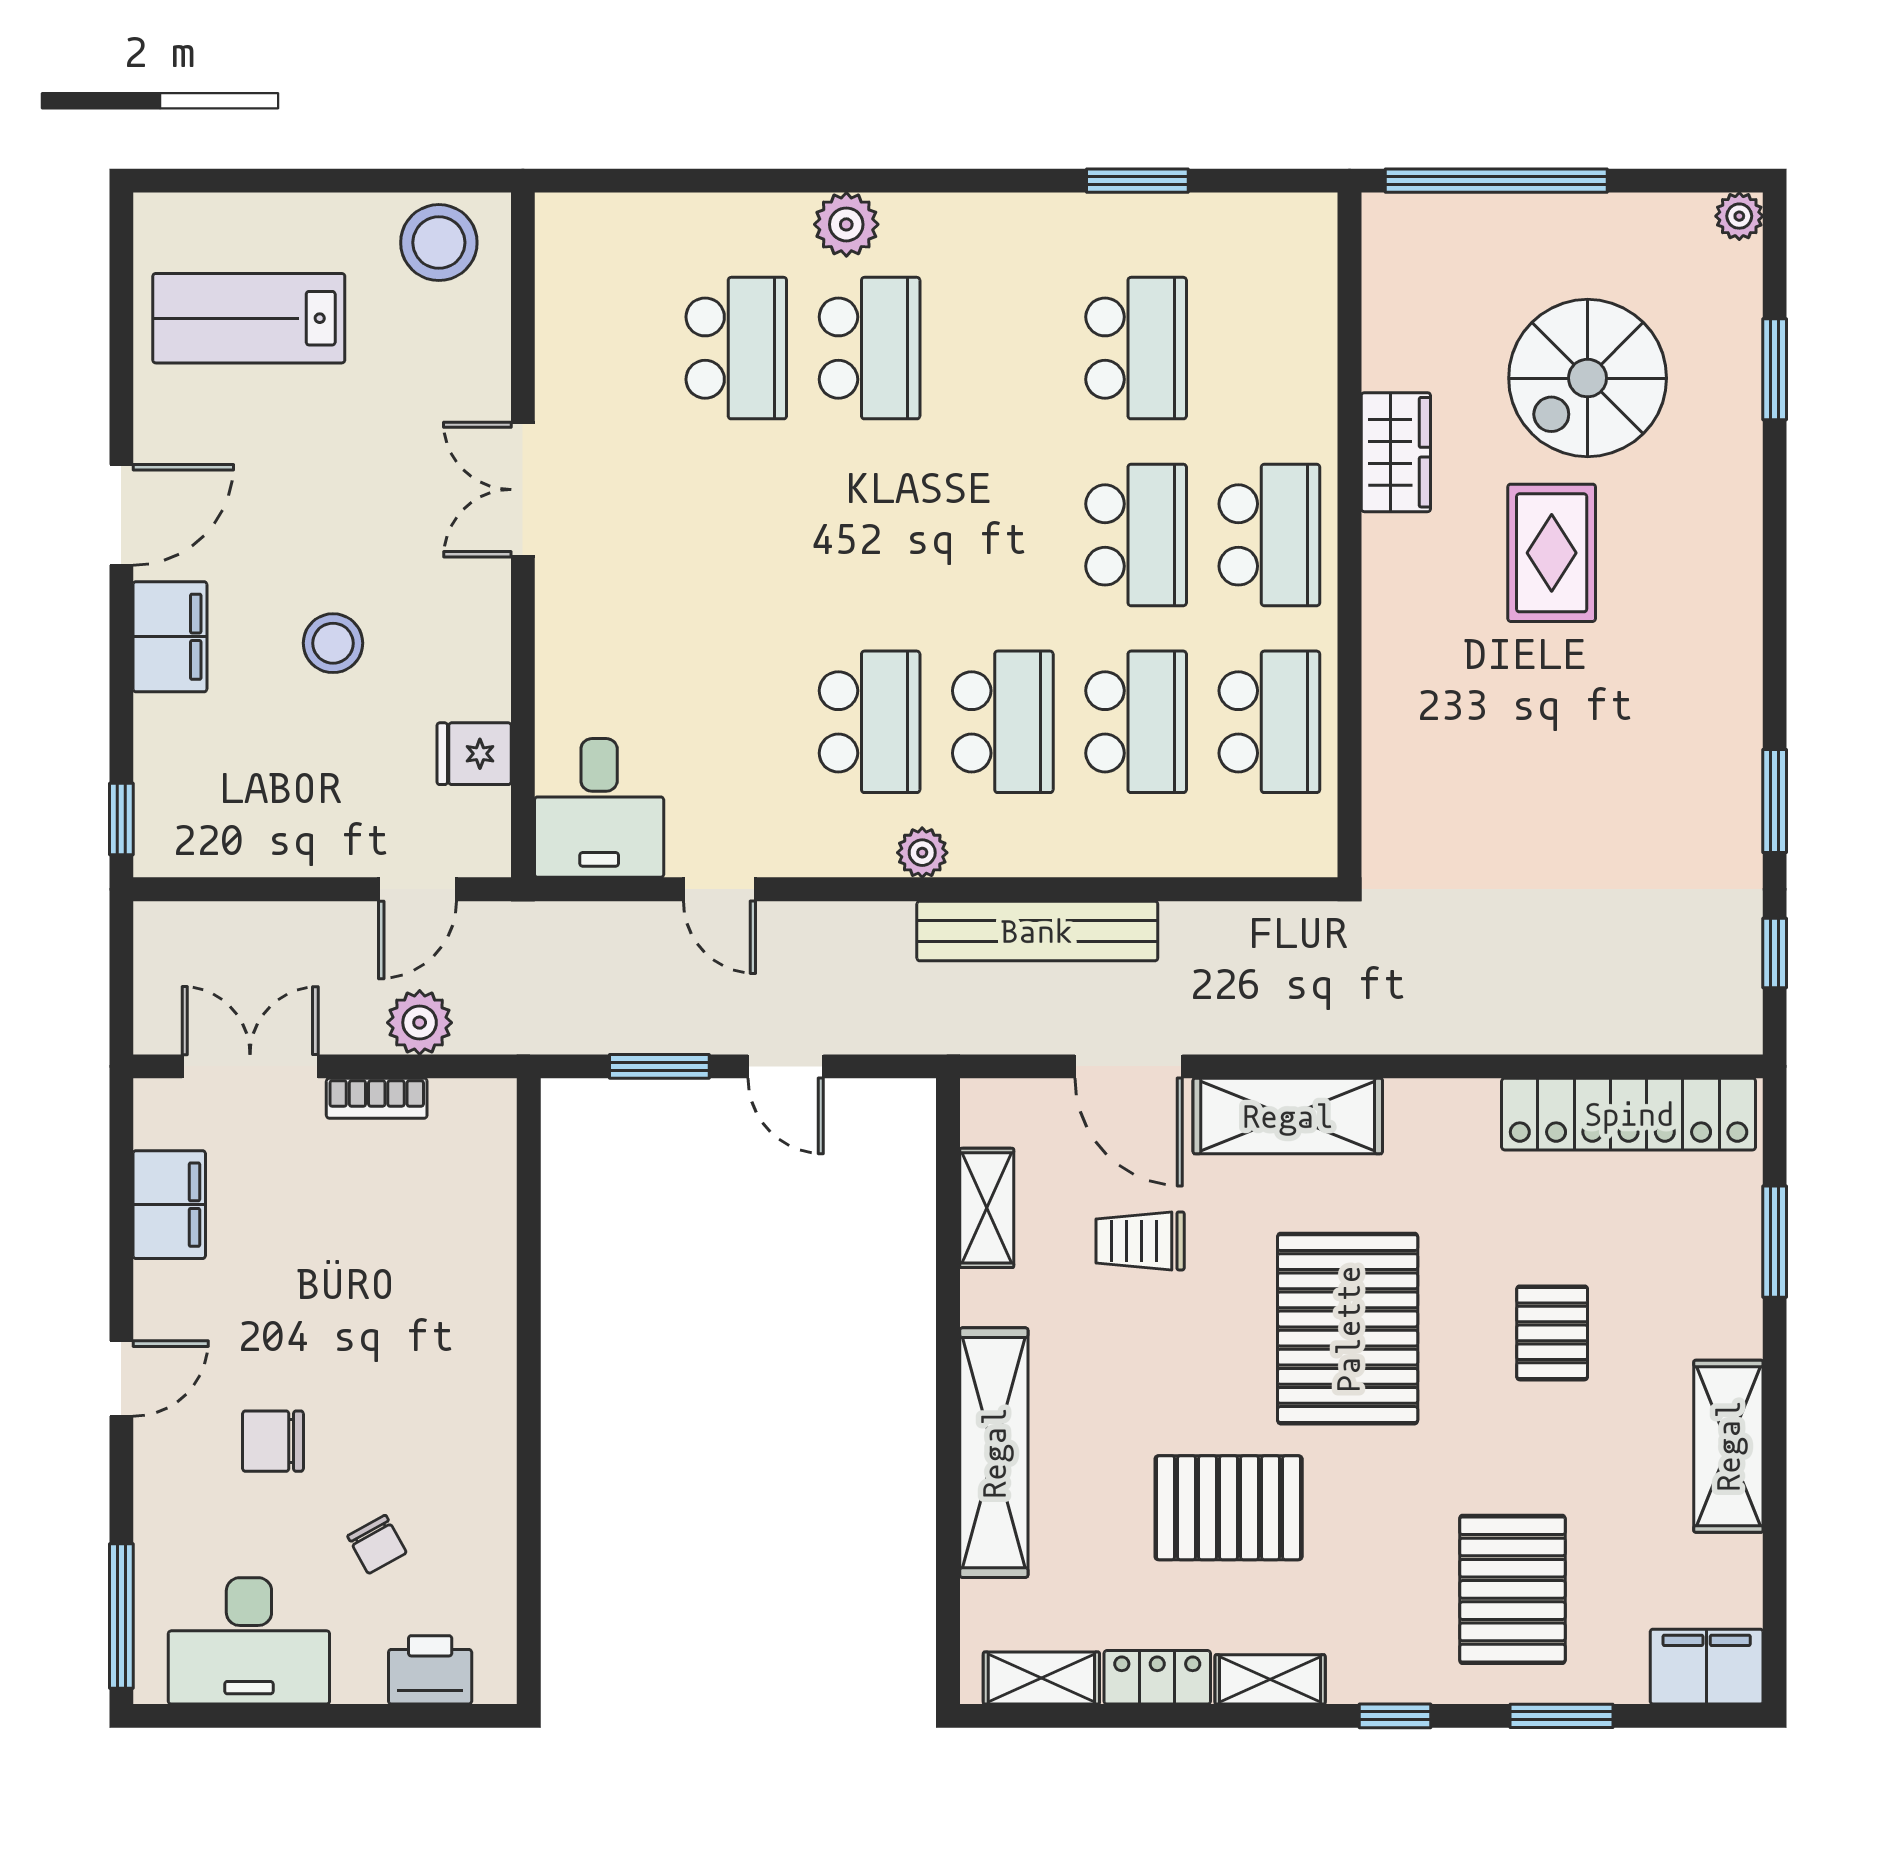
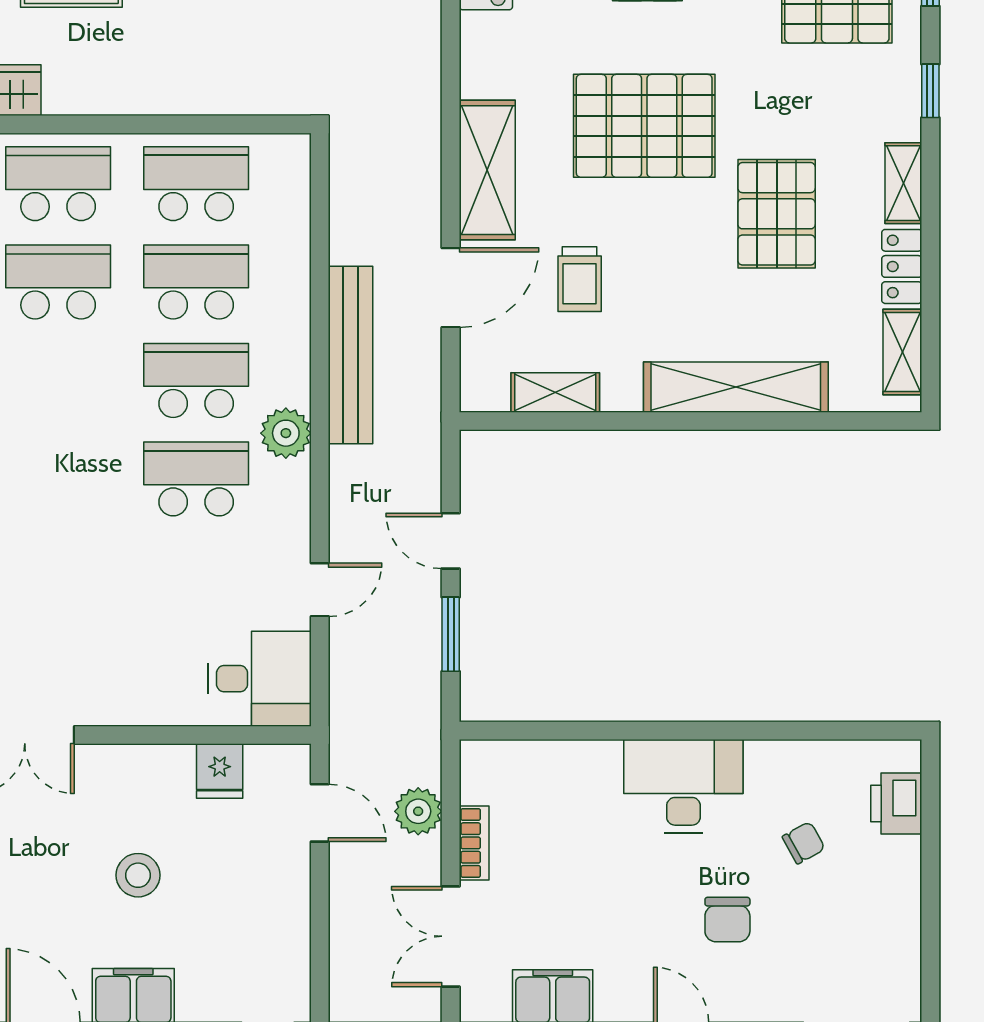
plant: (922, 853) -> (286, 433), width x1.38, depth x1.38
door: (786, 1066) -> (451, 541), swing flipped
desk: (249, 1641) -> (683, 786), moved, turned -90

